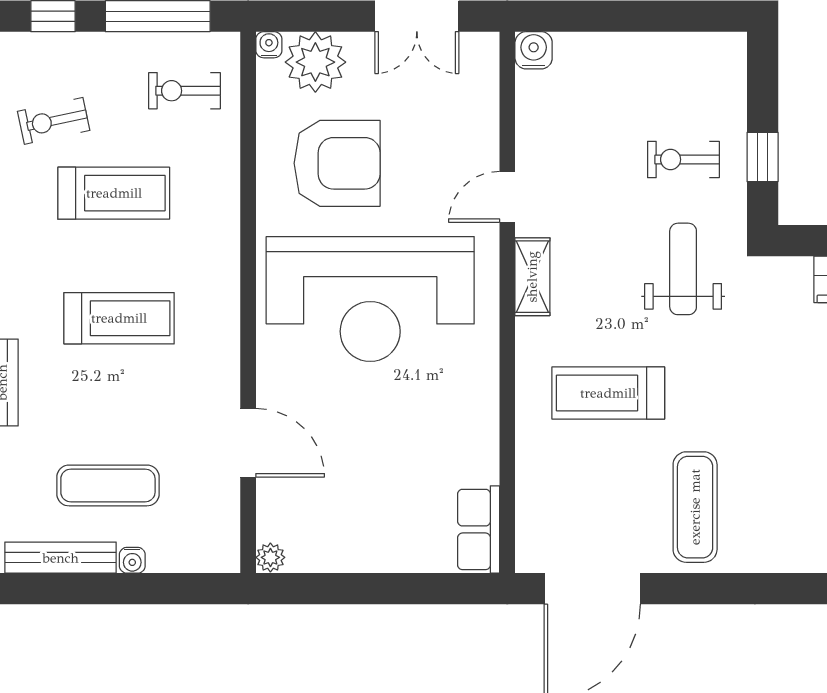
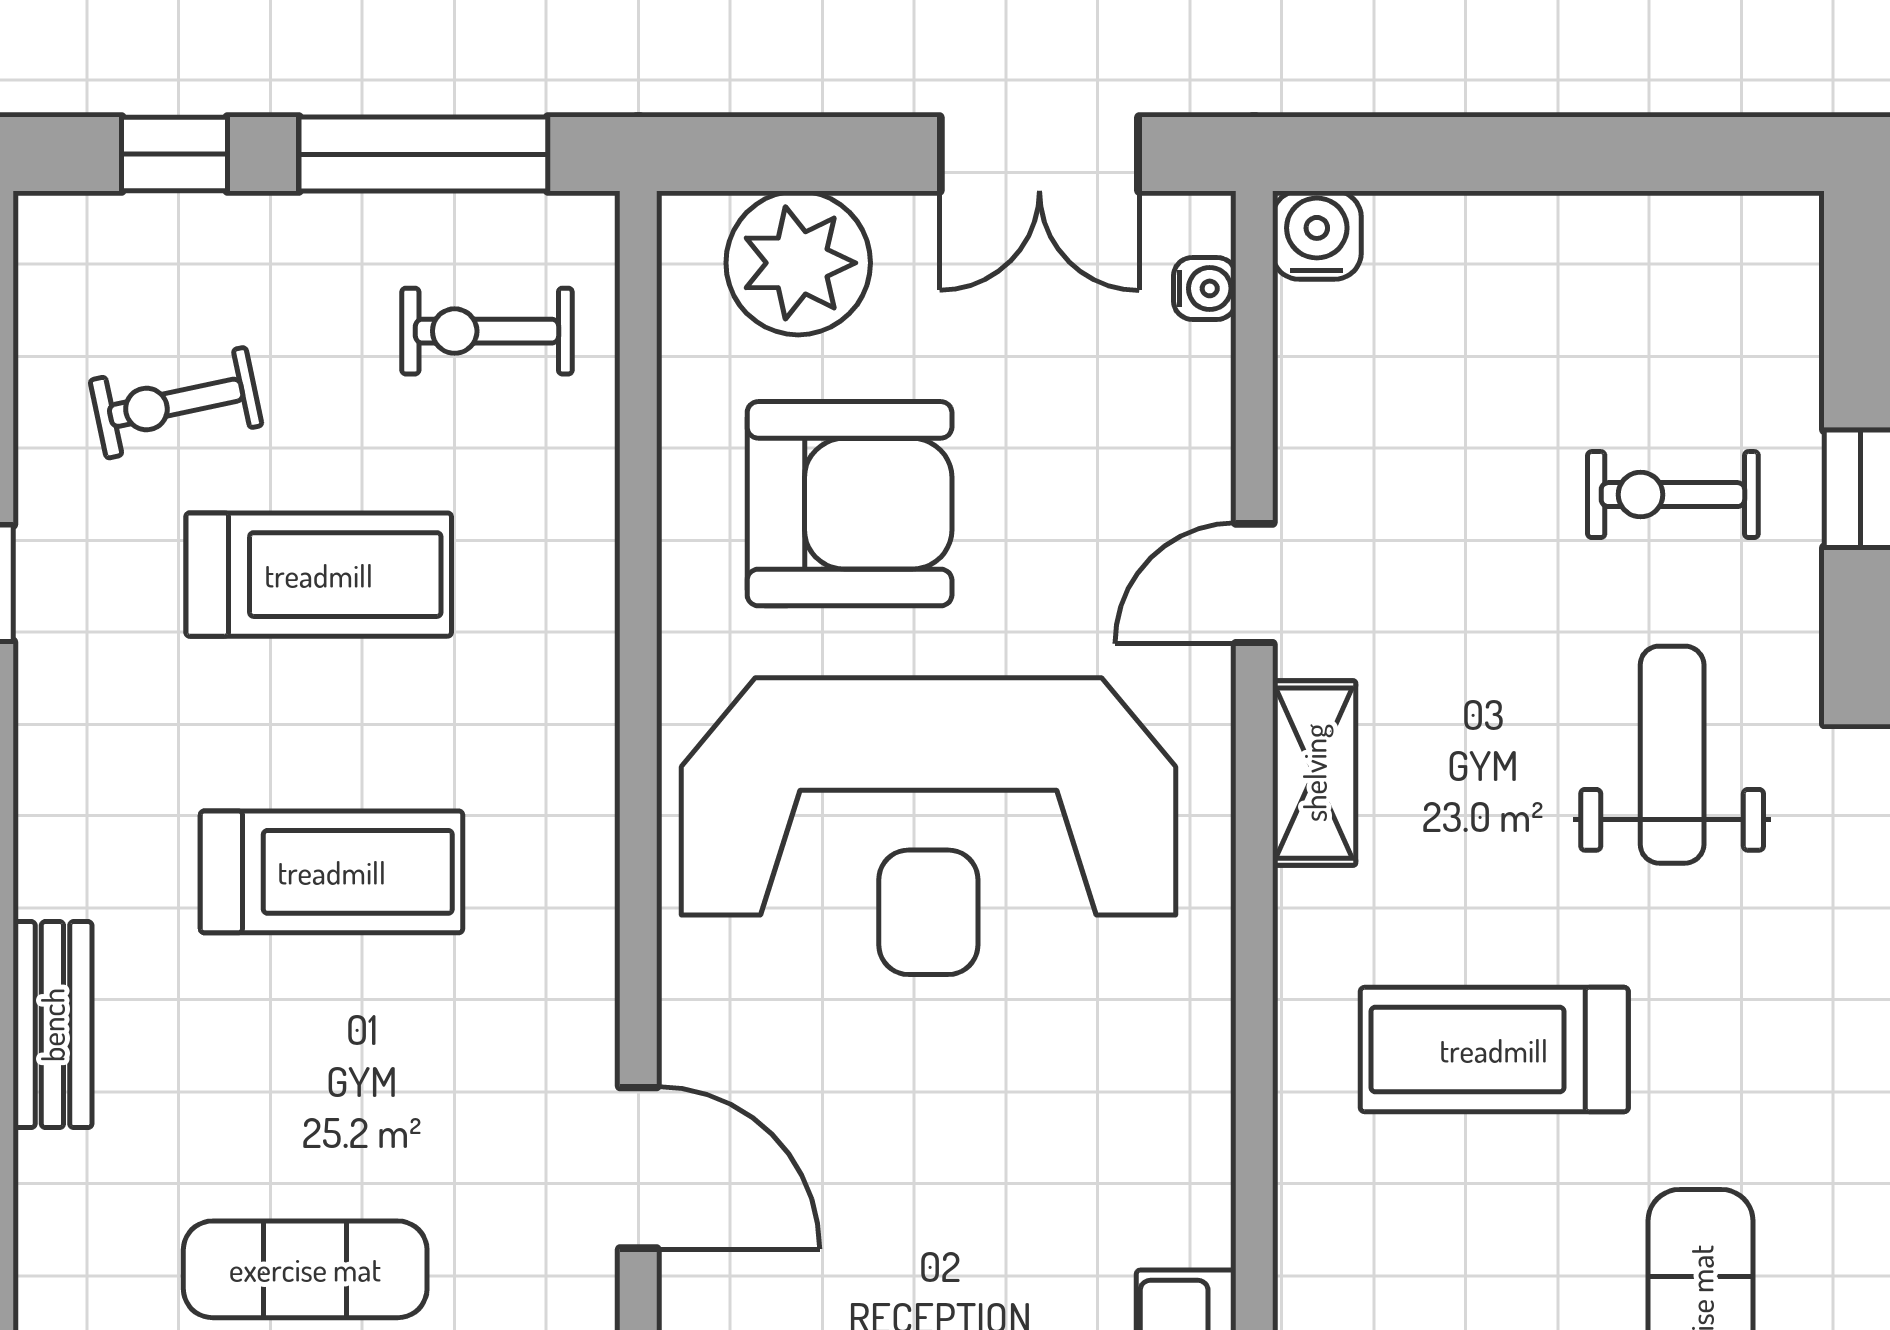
water cooler: (269, 45) -> (1205, 288), moved, turned 90

